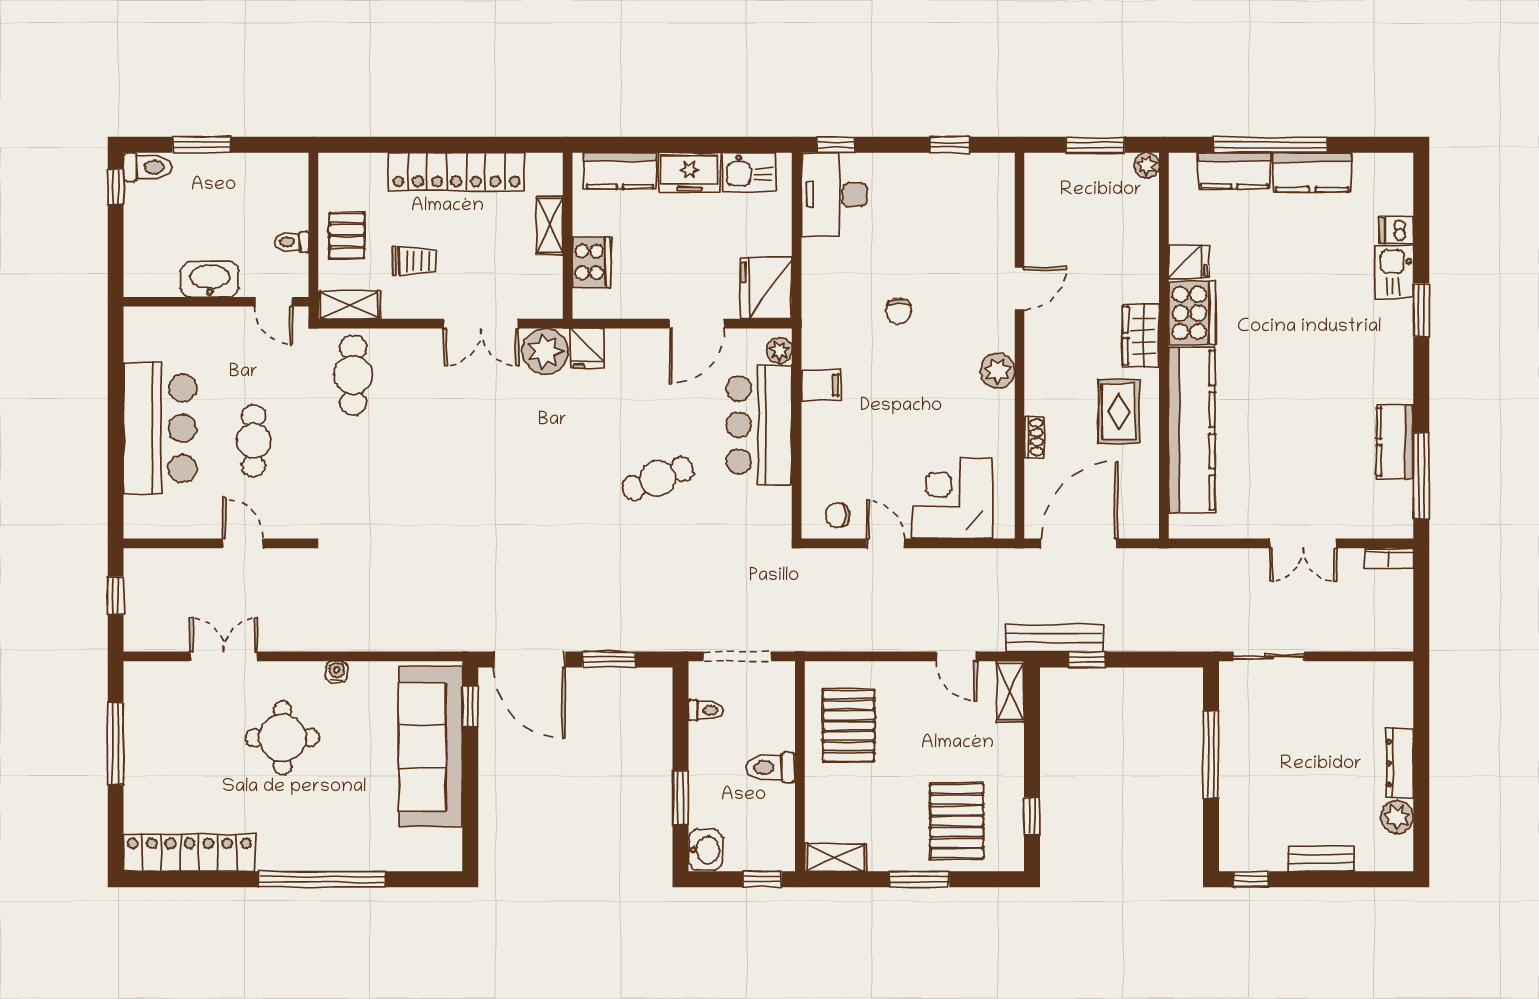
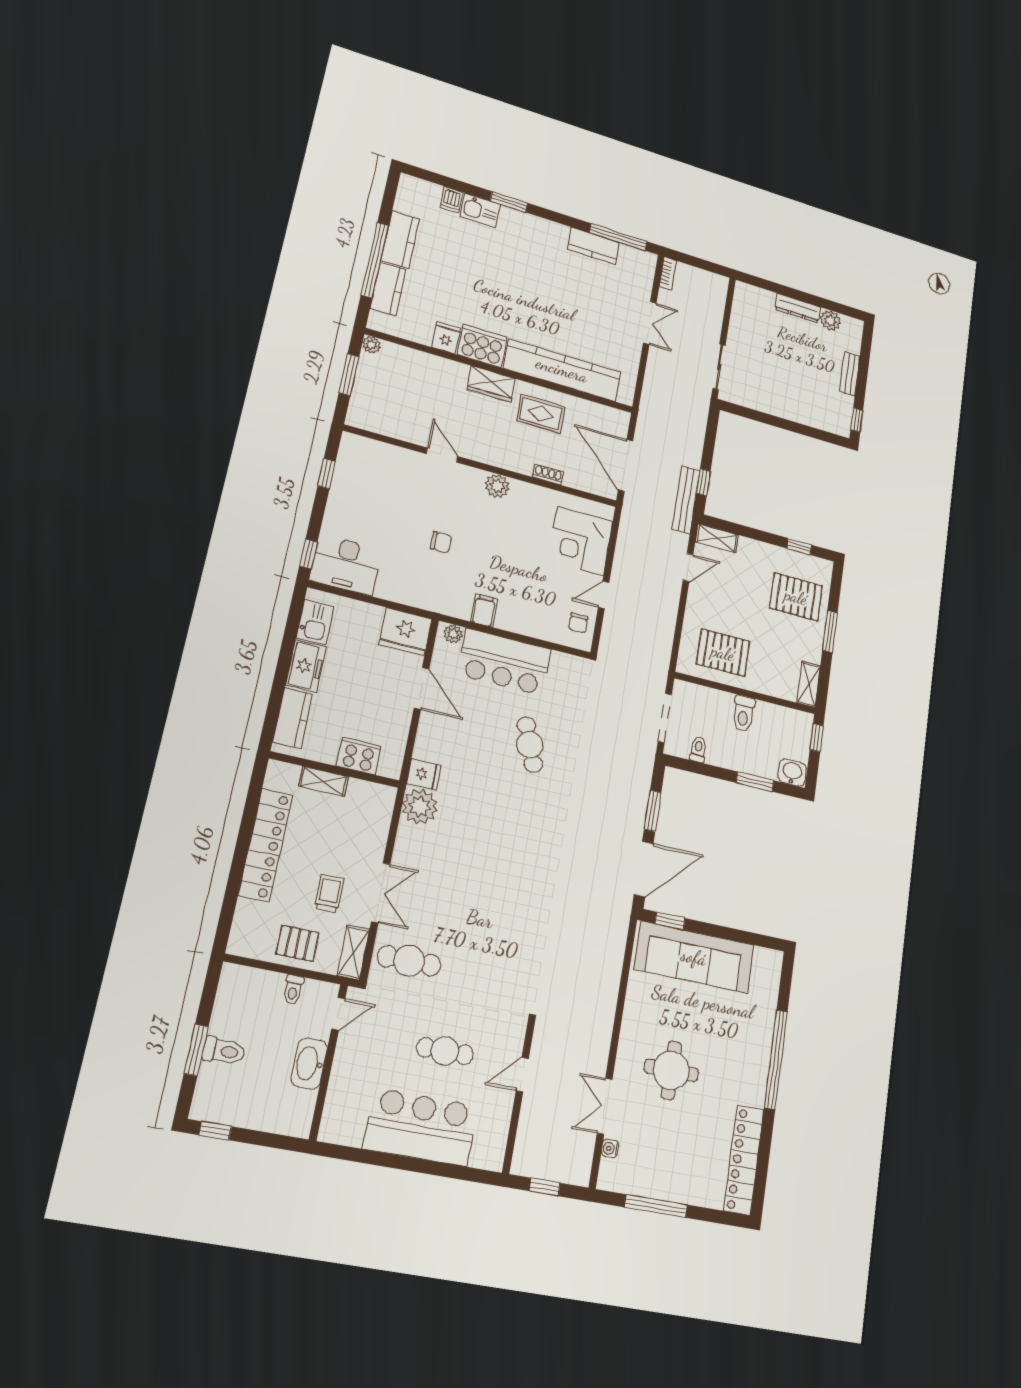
toilet: (147, 167) -> (224, 1051), moved, turned 90
double door: (481, 324) -> (381, 893), moved
water cooler: (337, 672) -> (610, 1149), moved
window: (1211, 754) -> (776, 422), removed

